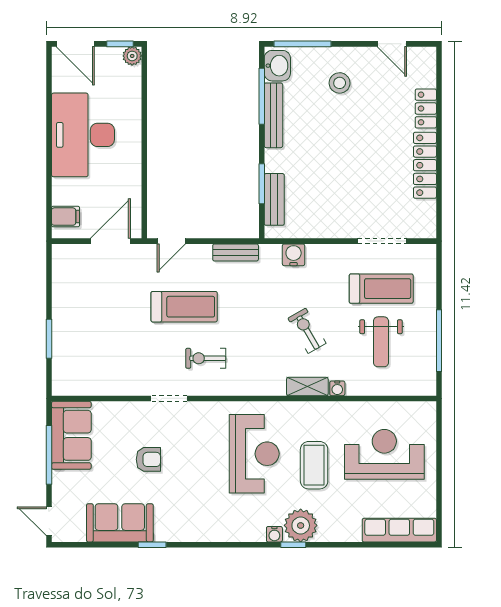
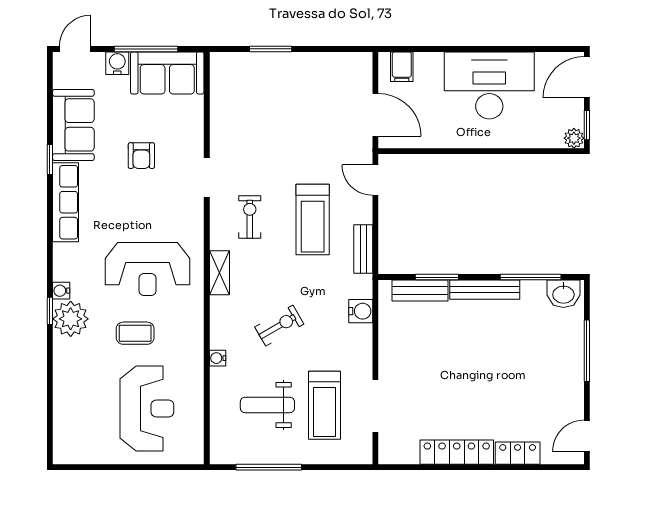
window: (303, 44) -> (587, 351), moved
door: (392, 44) -> (587, 436), moved
stool: (340, 83) -> (545, 361), removed
bench: (273, 115) -> (485, 290), moved
treadmill: (184, 307) -> (313, 219), moved
shelving: (307, 387) -> (220, 273), moved
coffee table: (314, 465) -> (135, 333), width x0.73, depth x0.77
water cooler: (62, 482) -> (117, 63), added
row of seats: (399, 530) -> (66, 202), moved

